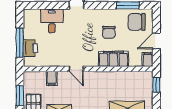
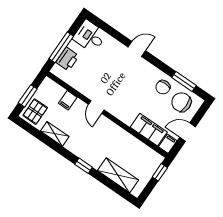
desk: (52, 21) -> (90, 36), moved, turned -90
chair: (109, 32) -> (163, 87), moved
filing cabinet: (113, 59) -> (149, 130), moved

